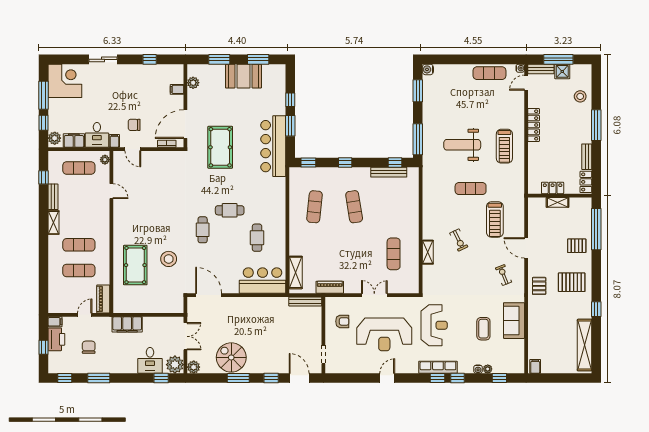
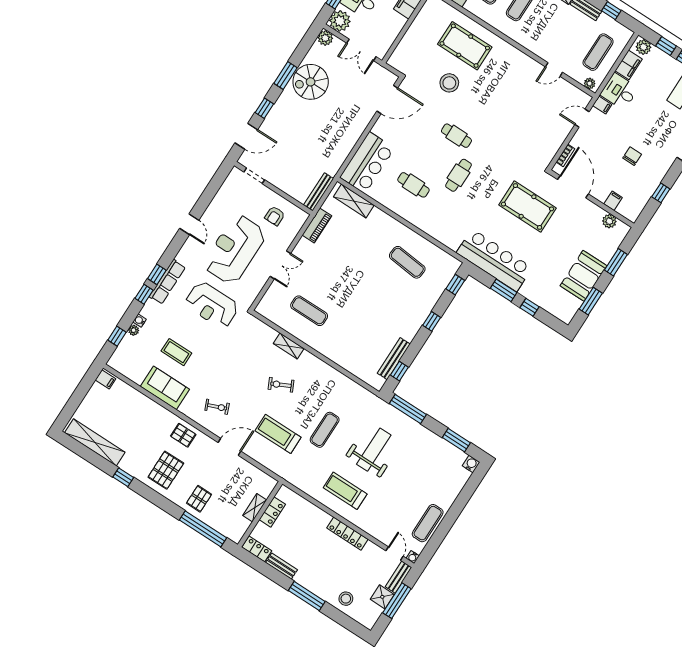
chair: (134, 125) -> (632, 156), moved
exercise mat: (354, 207) -> (382, 302), removed
spiral stairs: (231, 357) -> (311, 82), turned 180

